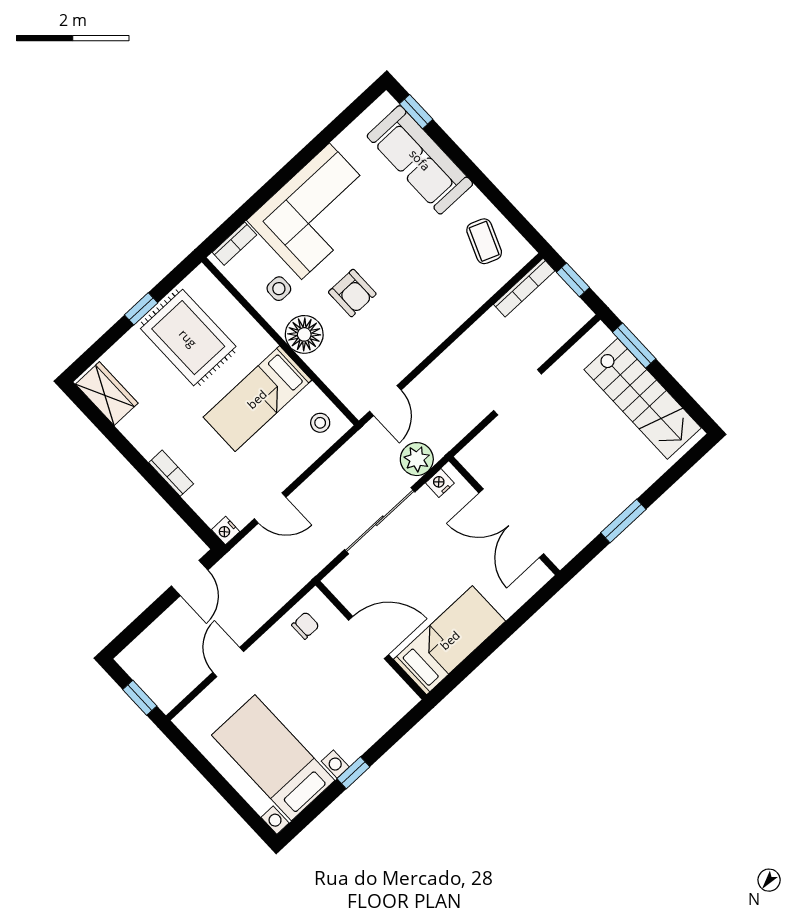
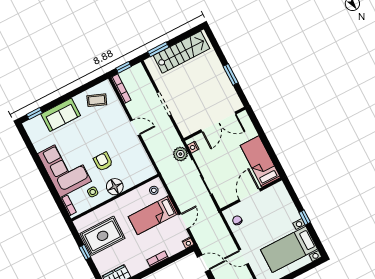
sofa: (420, 160) -> (61, 115), width x0.73
armchair: (352, 293) -> (103, 162), turned -90
bed: (257, 399) -> (153, 215), moved, turned 90
door: (385, 401) -> (135, 128), moved

